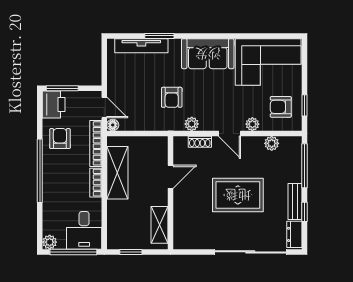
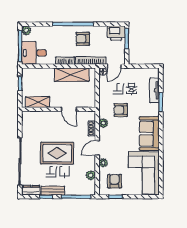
tv unit: (141, 46) -> (154, 90), width x0.71
armchair: (60, 139) -> (83, 39), moved, turned 180
rug: (238, 195) -> (57, 153), turned 90

